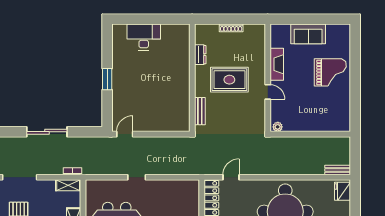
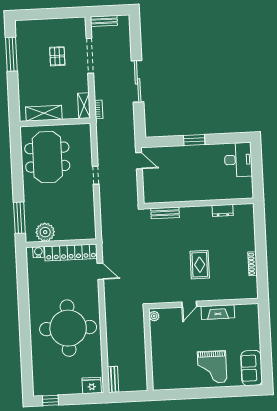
sofa: (308, 34) -> (252, 368), moved
desk: (144, 37) -> (238, 160), moved
dresser: (200, 55) -> (223, 210), moved
wall: (192, 78) -> (199, 203), moved
rug: (229, 80) -> (200, 265), width x0.73, depth x0.70
bench: (200, 111) -> (165, 213), moved

